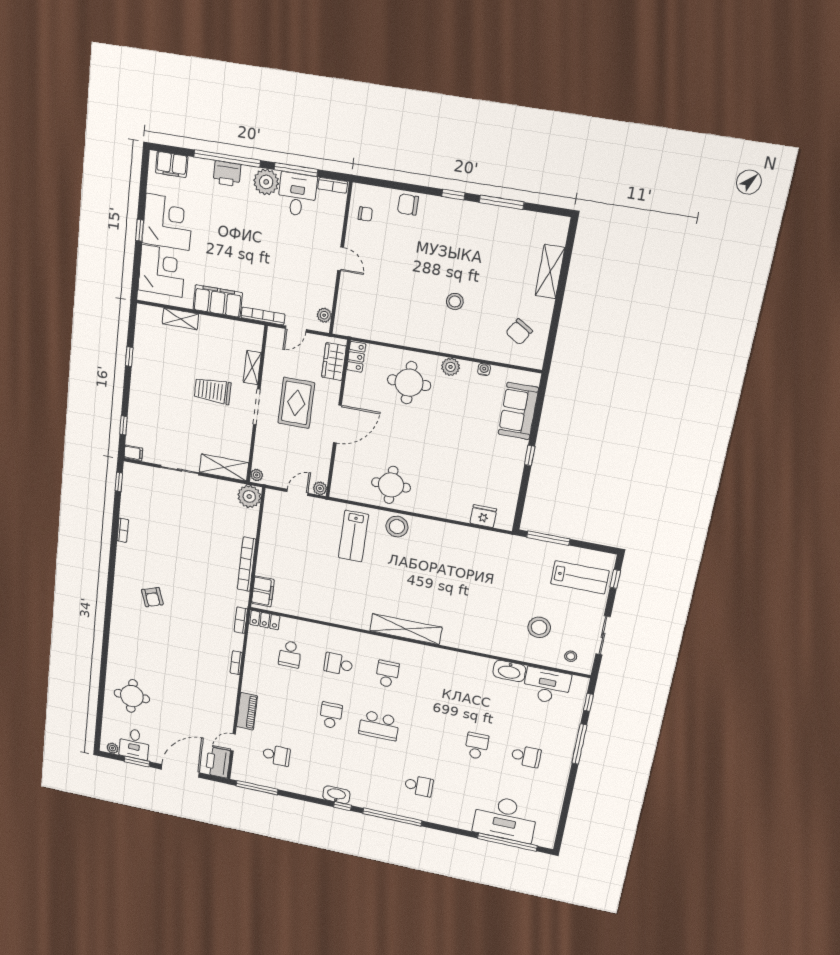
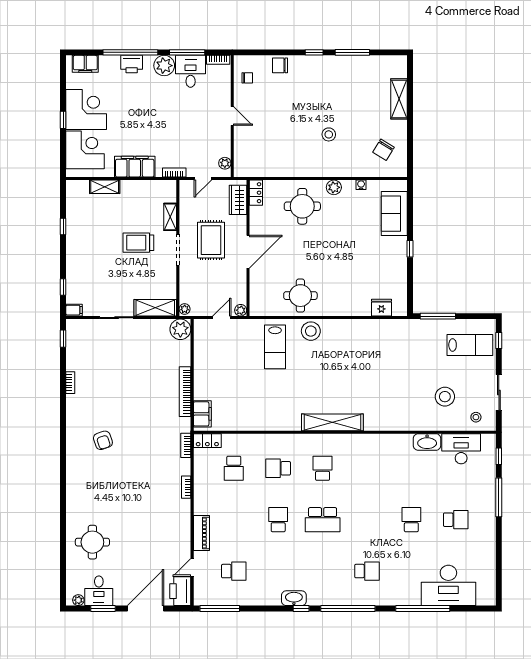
bookcase: (263, 316) -> (174, 172), width x0.64
window: (507, 842) -> (423, 609), moved

